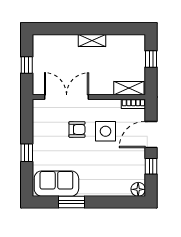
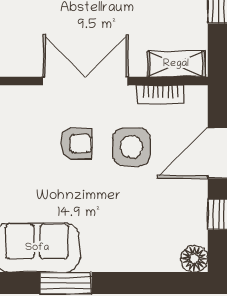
double door: (67, 97) -> (86, 81), moved
bookcase: (133, 104) -> (161, 94), moved

